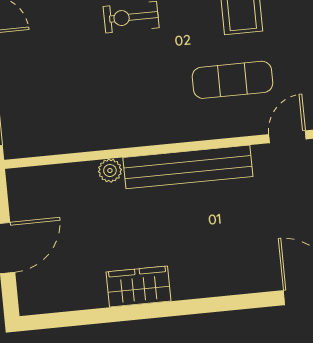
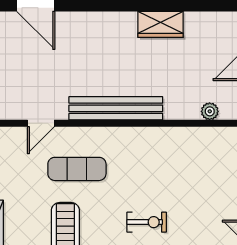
plant: (110, 171) -> (210, 111), moved

